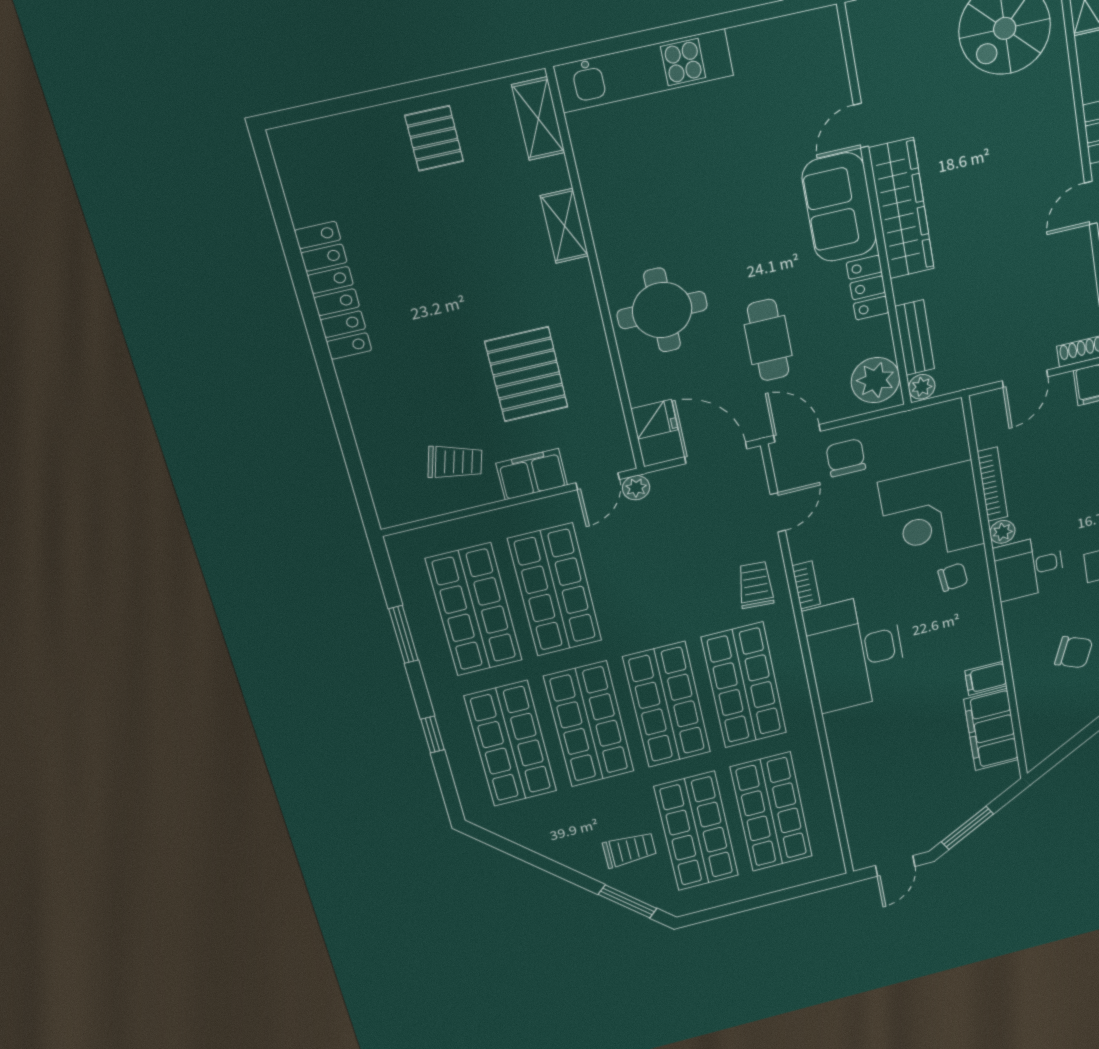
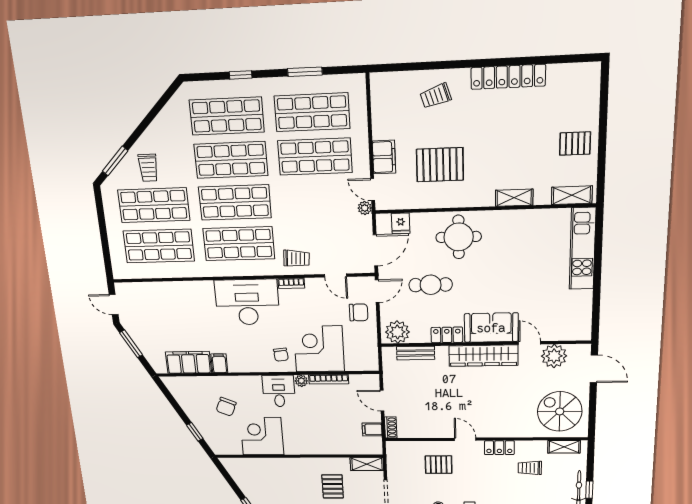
plant: (922, 387) -> (554, 356), moved, width x1.88, depth x1.88
trolley: (455, 462) -> (436, 96), moved, turned 57

